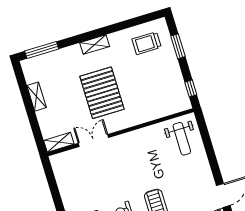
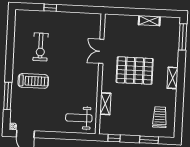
double door: (93, 140) -> (101, 51), swing flipped
shelving: (59, 142) -> (105, 104), moved

